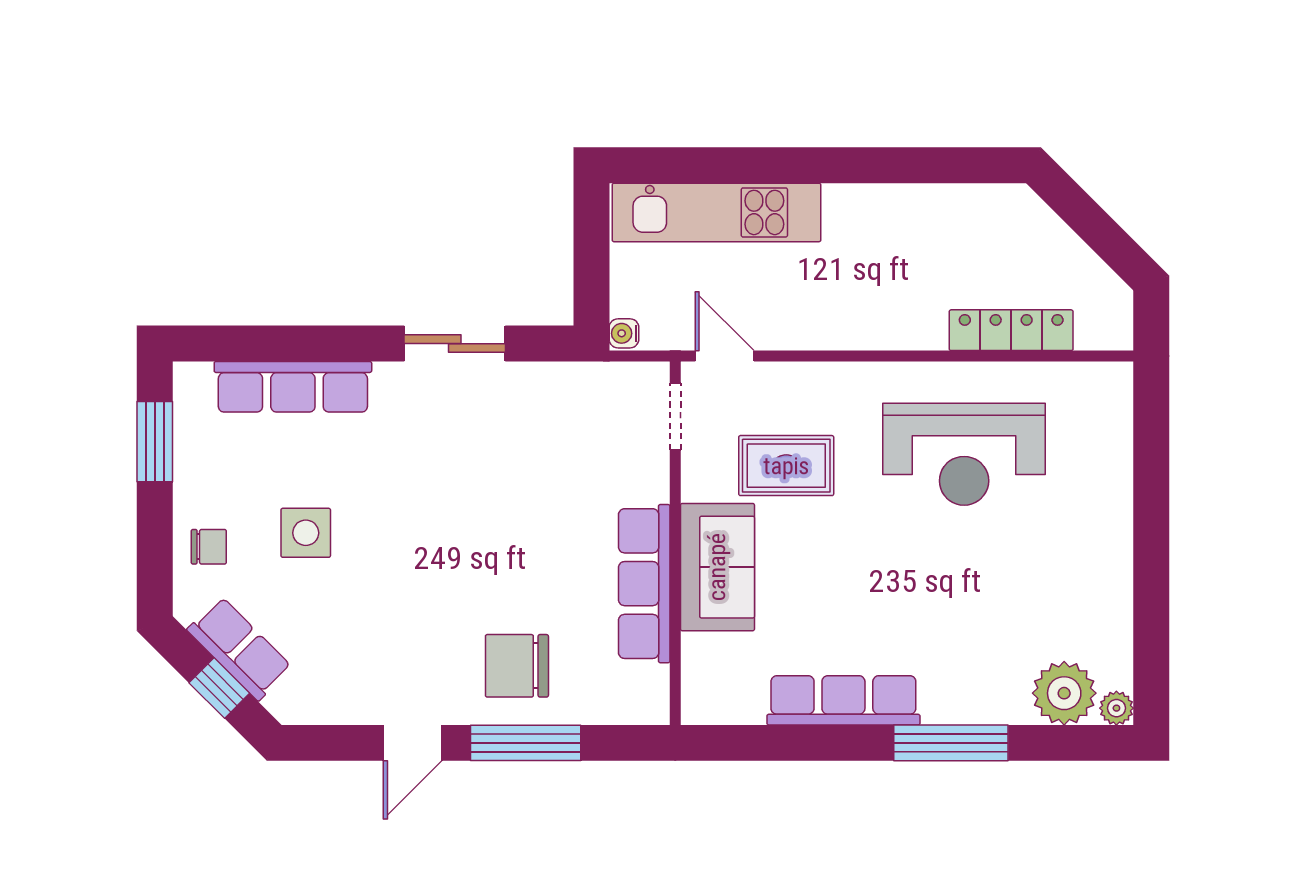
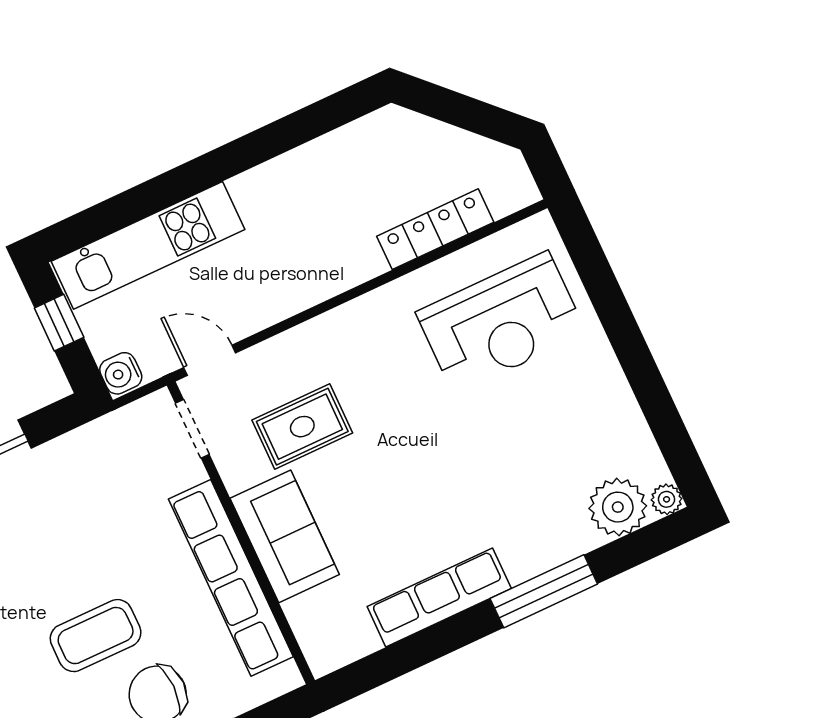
window: (591, 248) -> (59, 323), added
water cooler: (624, 333) -> (121, 373), width x1.38, depth x1.38
reception desk: (964, 454) -> (501, 323), moved
coffee table: (482, 578) -> (96, 636), added
row of seats: (644, 584) -> (231, 578), width x1.36

